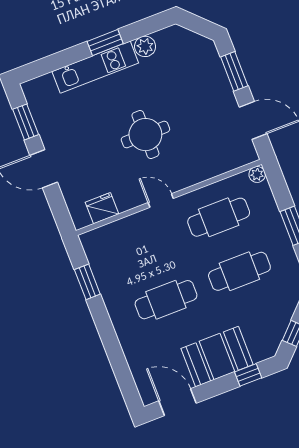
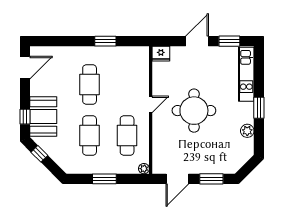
kitchen unit: (95, 67) -> (246, 74), moved
round table: (145, 135) -> (194, 111), width x1.36, depth x1.36
fridge: (102, 208) -> (161, 54), moved, turned 90
window: (87, 282) -> (105, 41), moved
booth: (217, 357) -> (43, 117), moved

